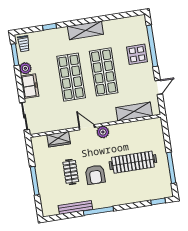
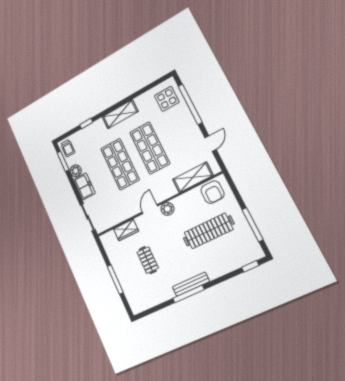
display table: (137, 54) -> (167, 99), moved
door: (87, 127) -> (150, 209), hinge flipped
armchair: (95, 175) -> (212, 192), moved
bench: (75, 207) -> (191, 284), moved

